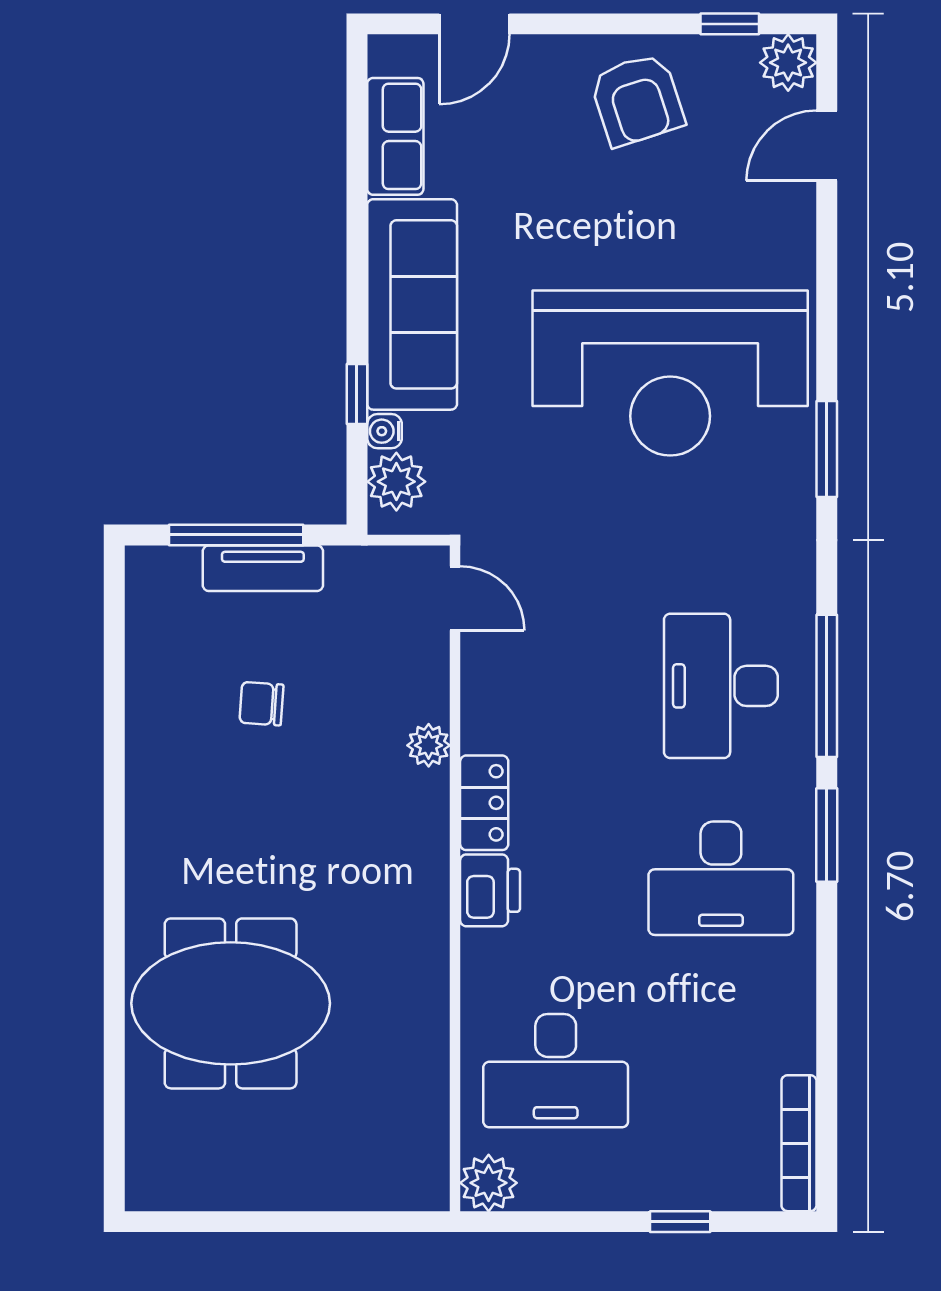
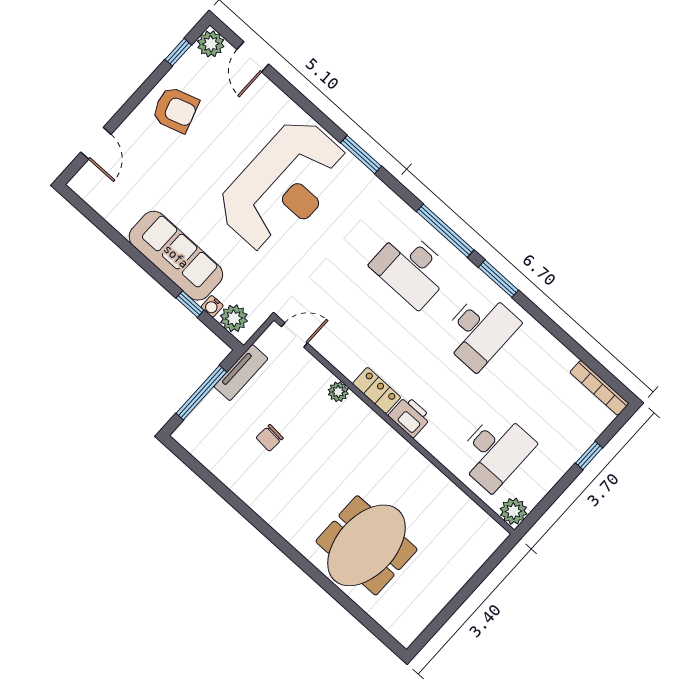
row of seats: (395, 136) -> (111, 208), removed
tv unit: (263, 568) -> (241, 373), moved

